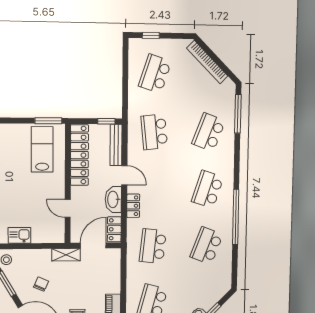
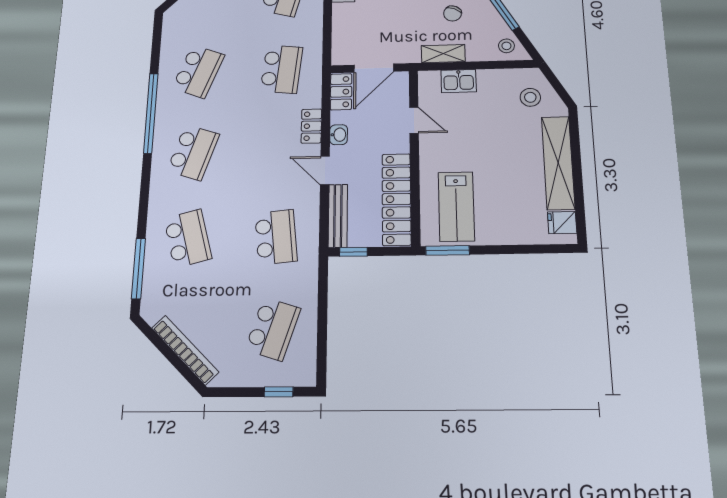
school desk: (209, 132) -> (188, 239), turned -36
washbasin: (113, 199) -> (339, 135), width x0.52, depth x0.69
kitchen sink: (20, 235) -> (459, 81), moved
shelving: (66, 255) -> (443, 54), moved

